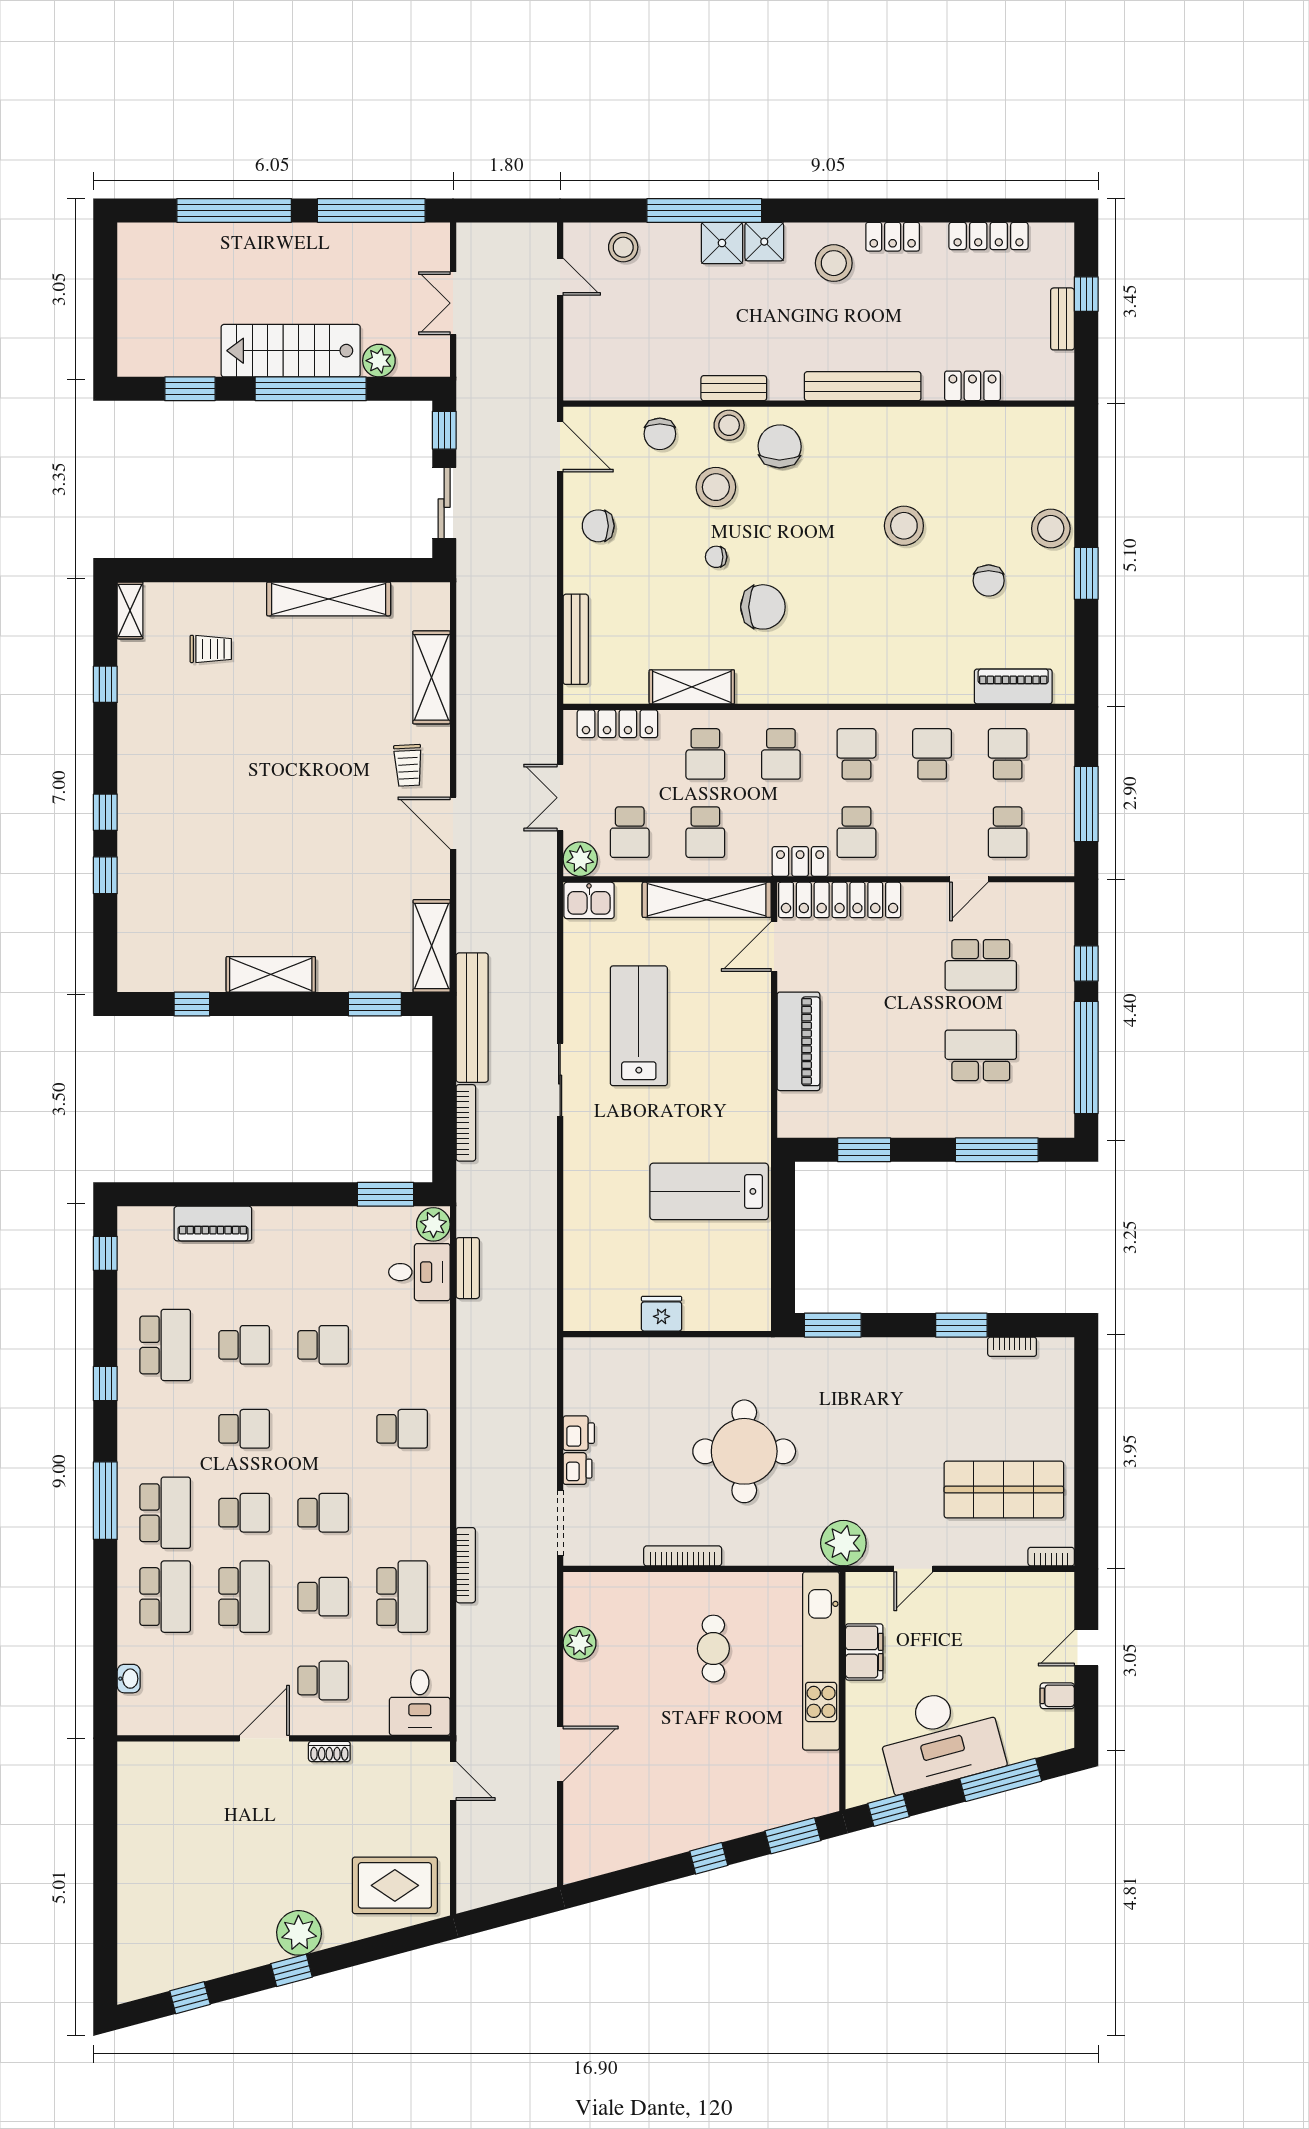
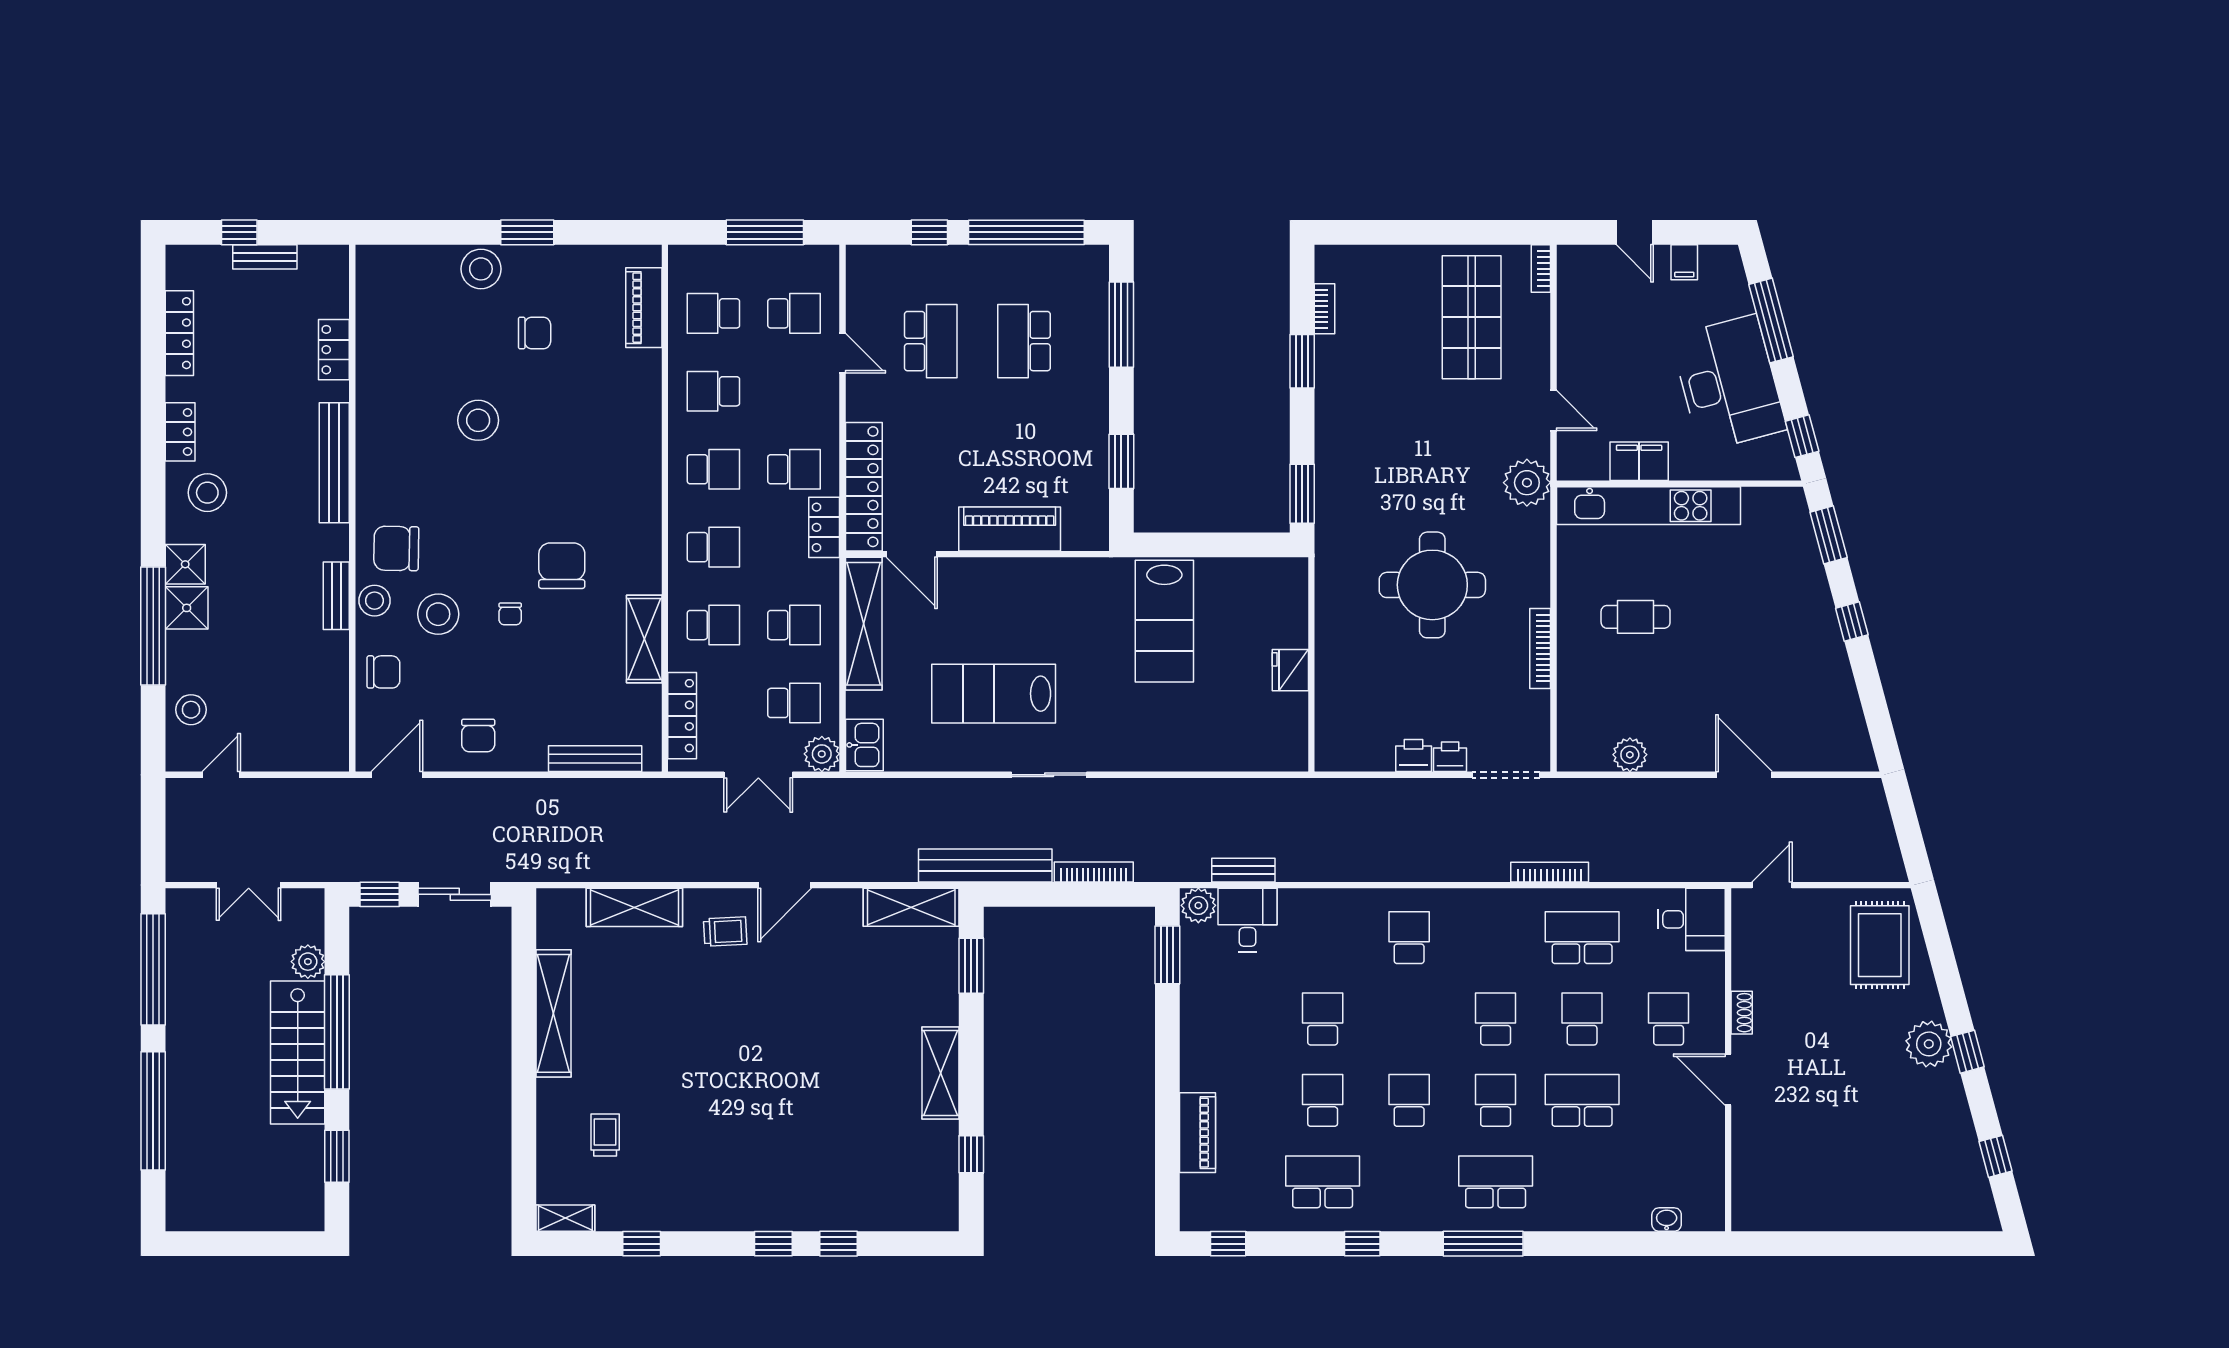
school desk: (856, 754) -> (713, 469), turned 180
school desk: (165, 1597) -> (1582, 1182), removed

